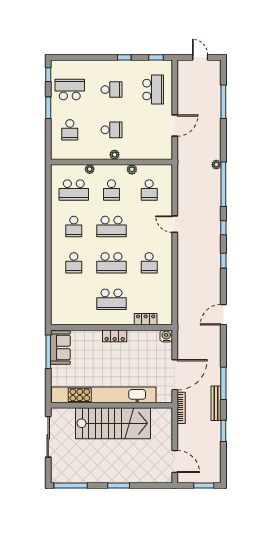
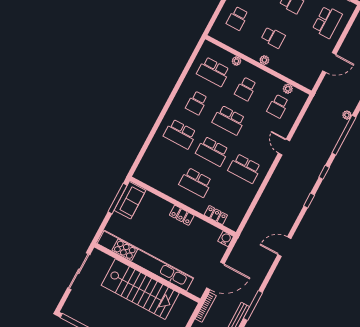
plant: (132, 169) -> (288, 89), moved
school desk: (74, 263) -> (180, 134), width x1.85
school desk: (149, 263) -> (245, 168), width x1.85

